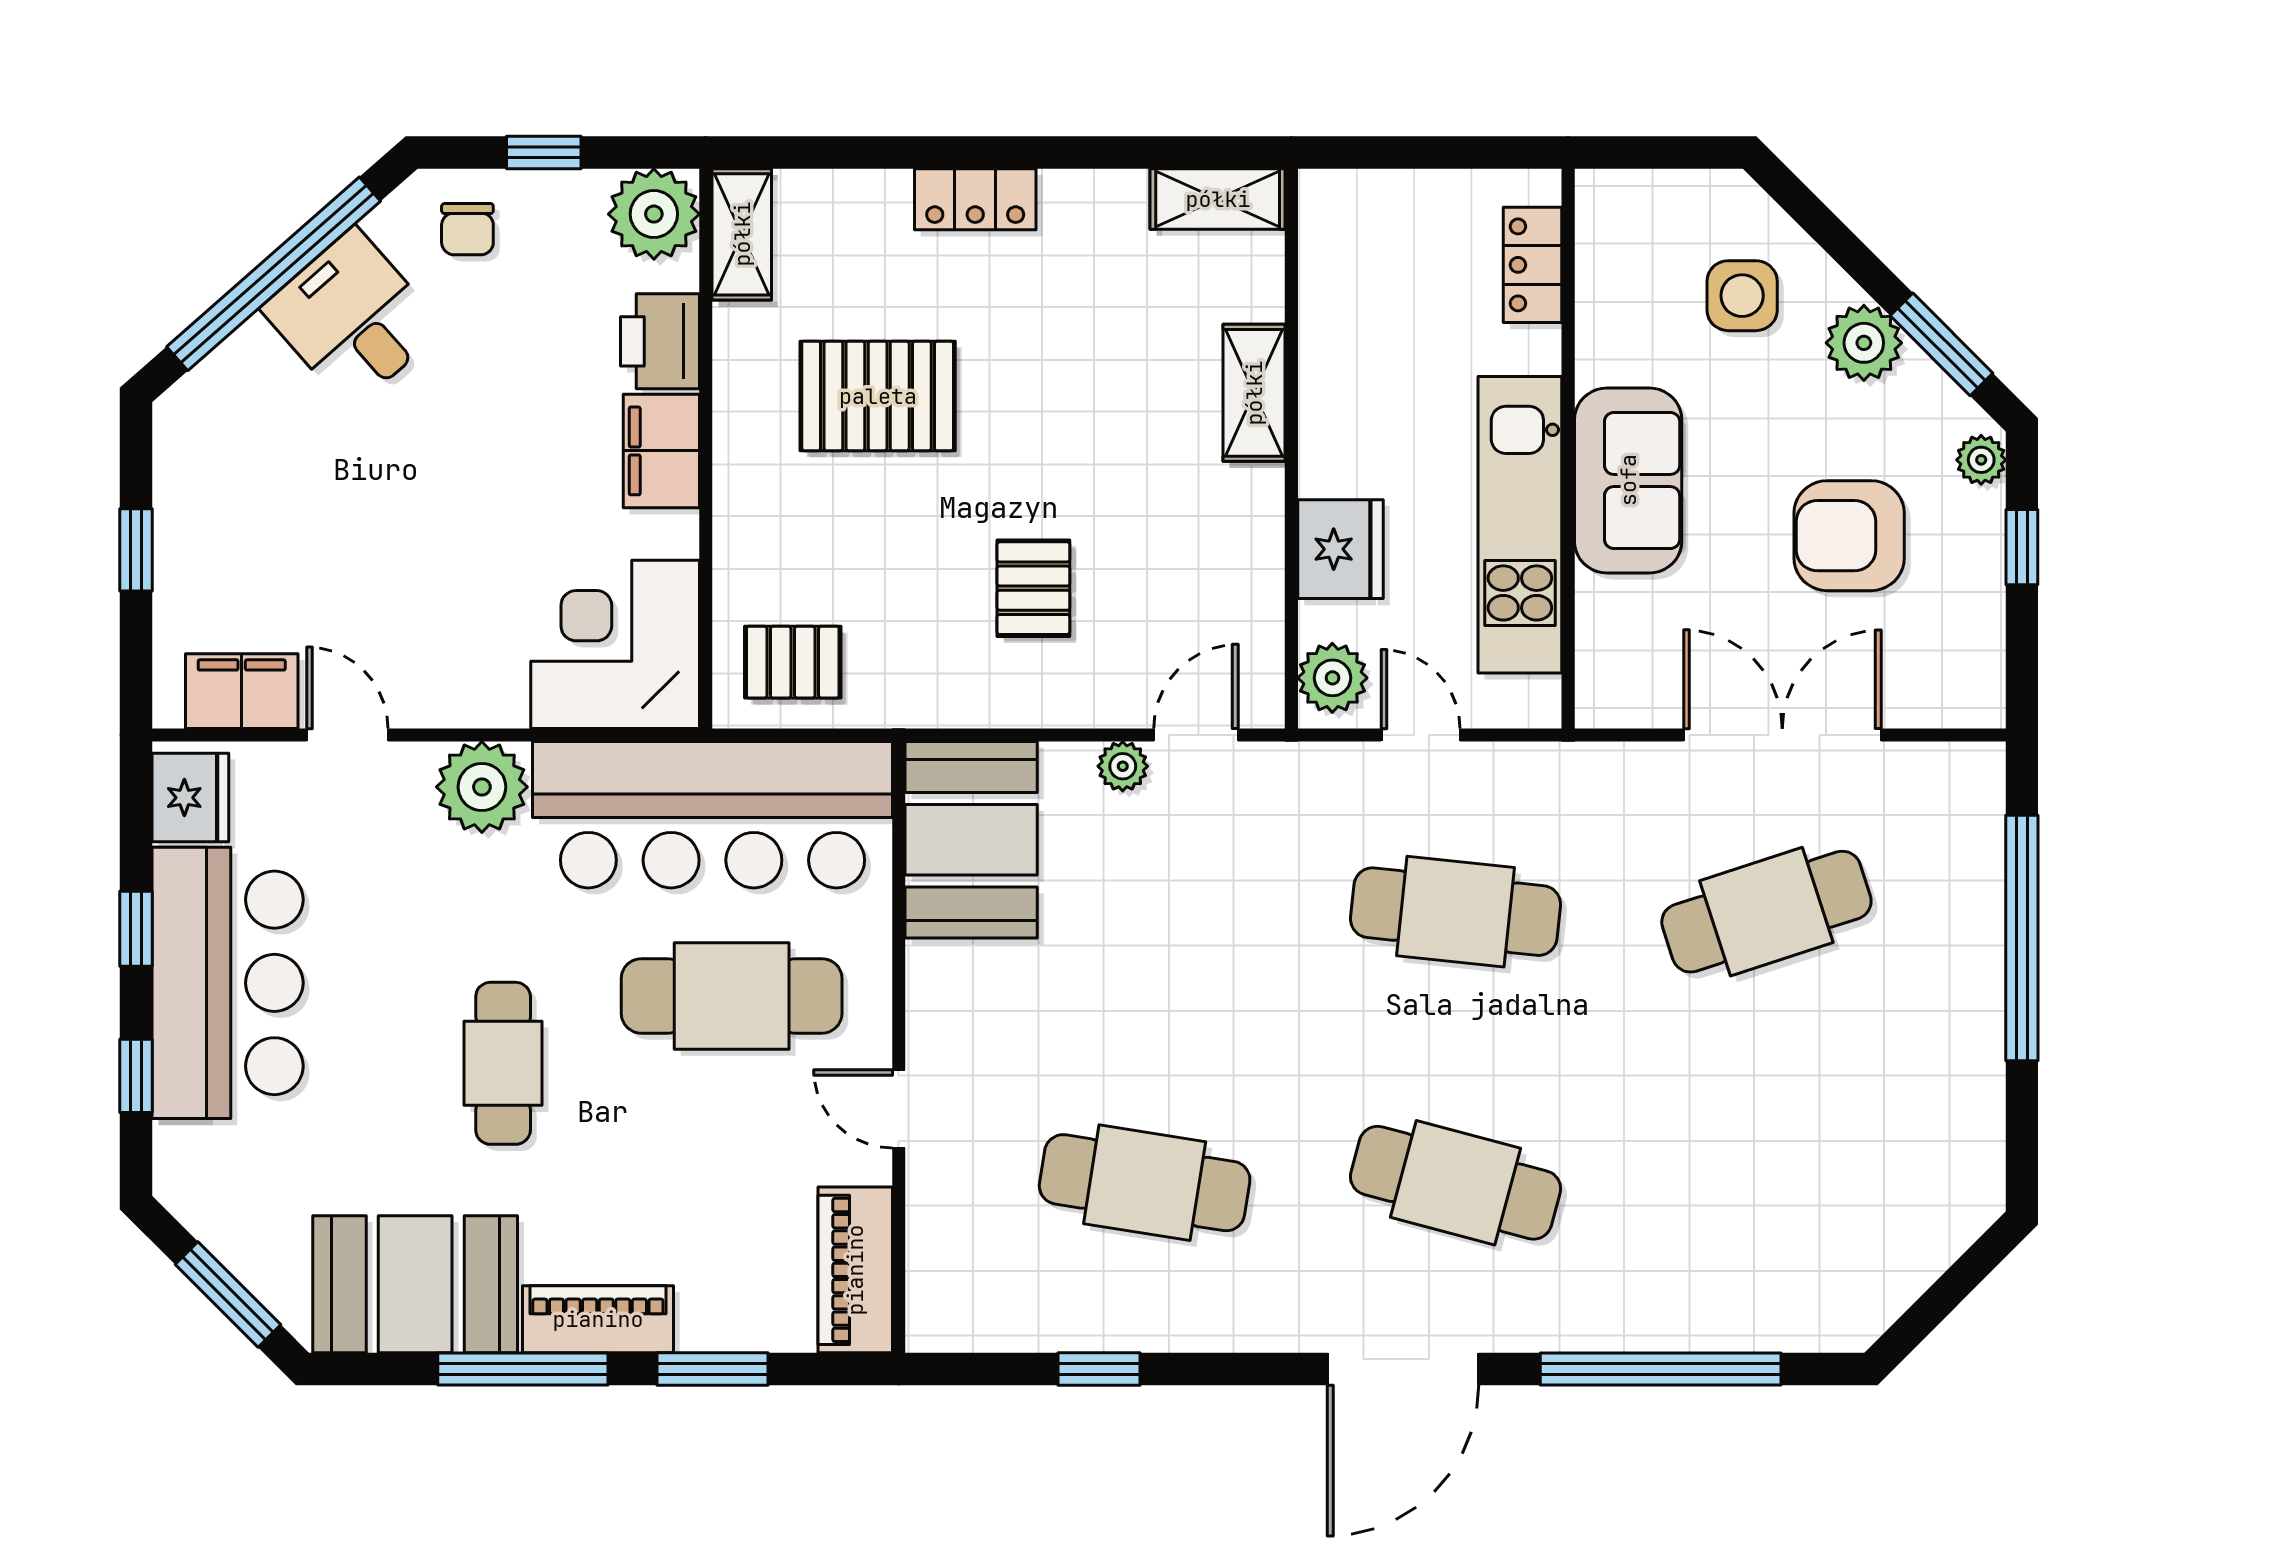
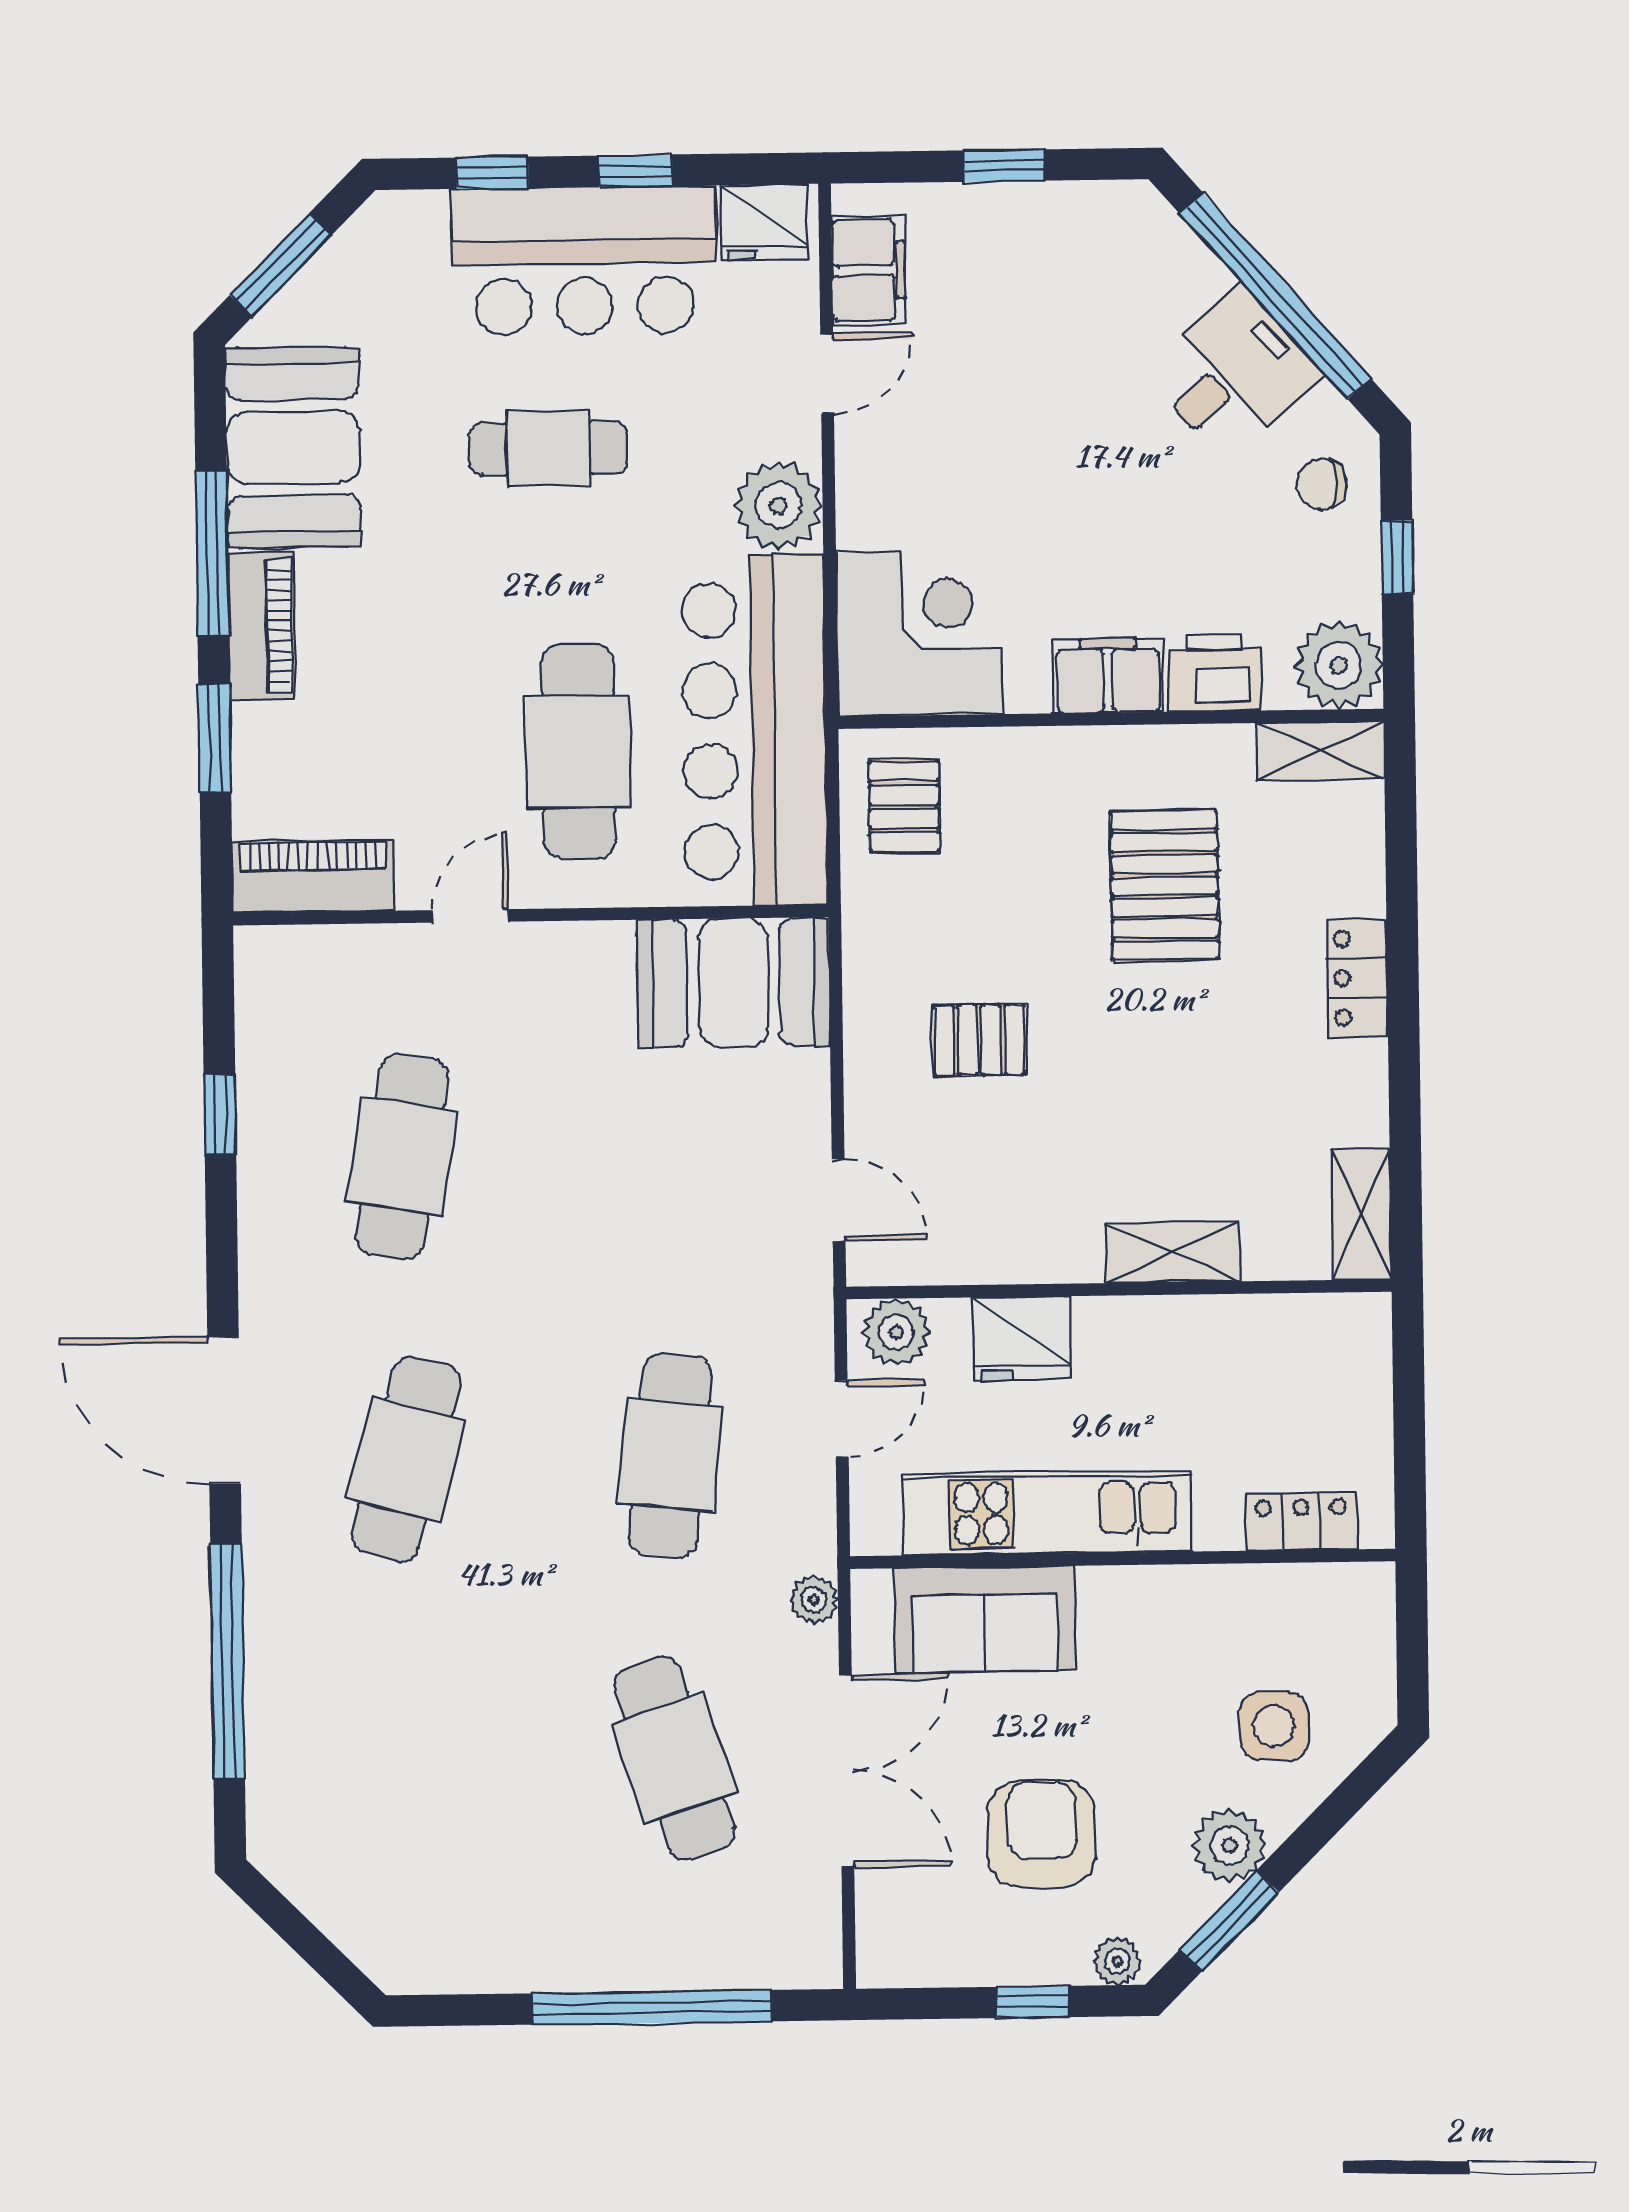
sofa: (1628, 480) -> (985, 1619), moved
plant: (1123, 766) -> (814, 1600), moved
cafe table: (503, 1063) -> (548, 448), moved

